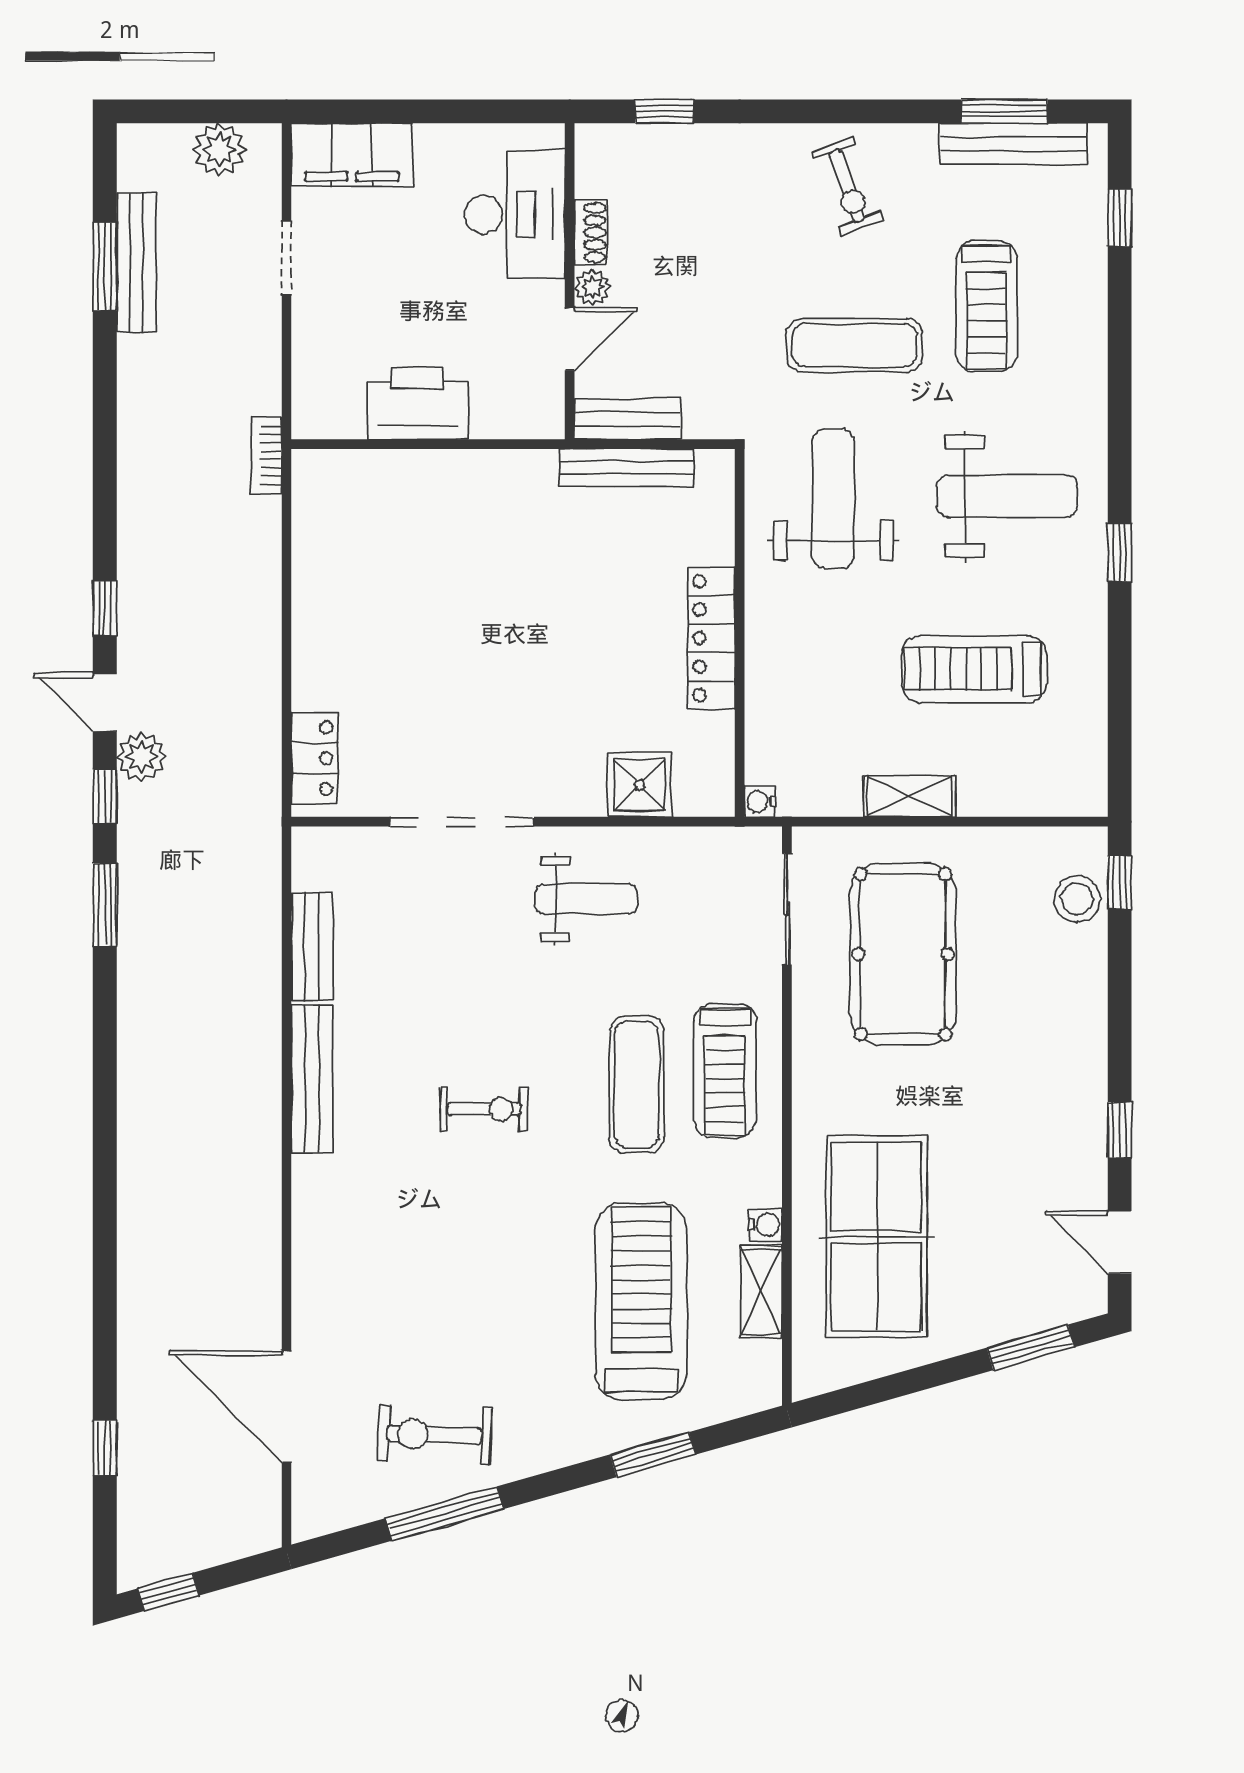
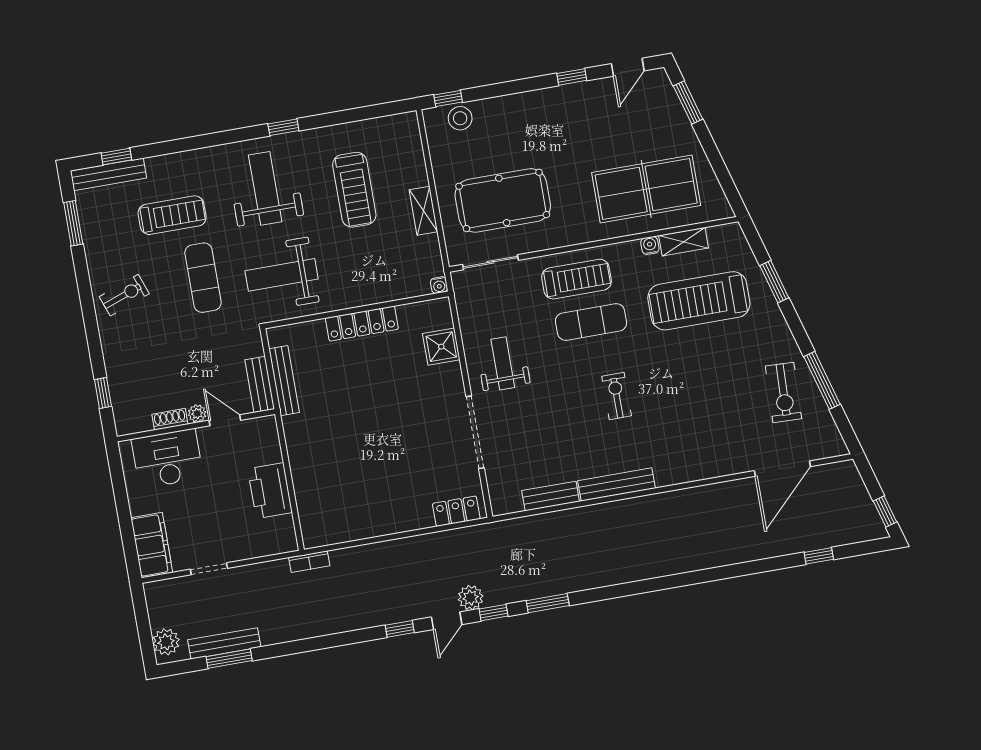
bench: (1013, 144) -> (108, 174), moved, turned 90
plant: (219, 150) -> (166, 642), moved

